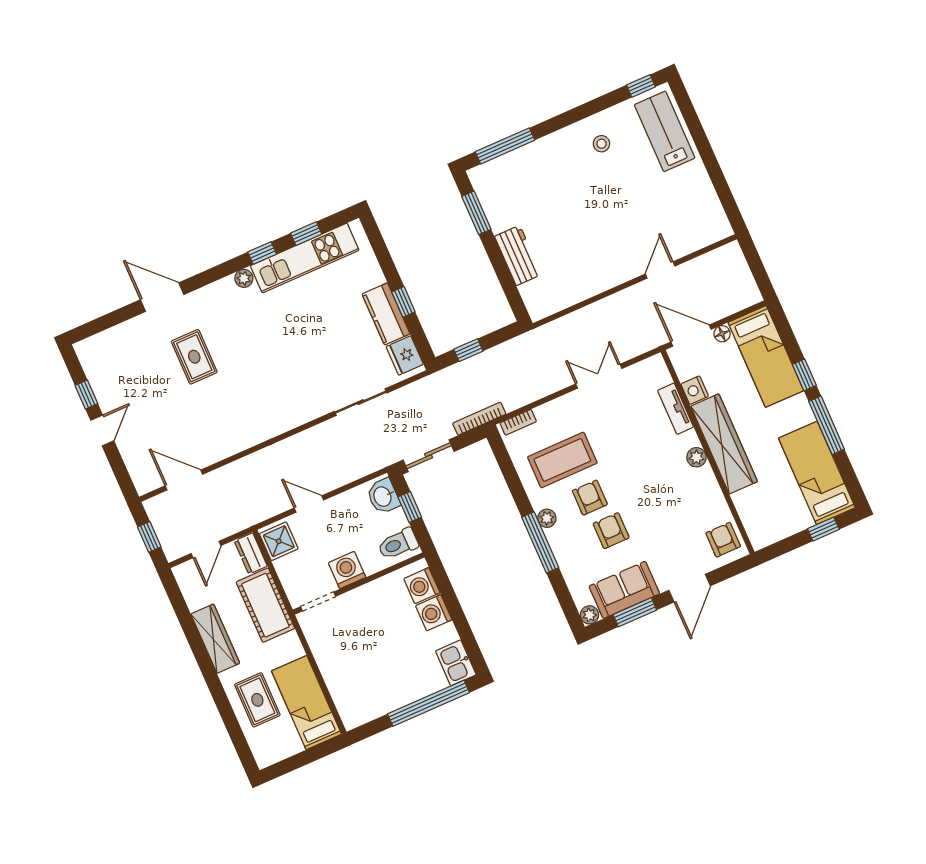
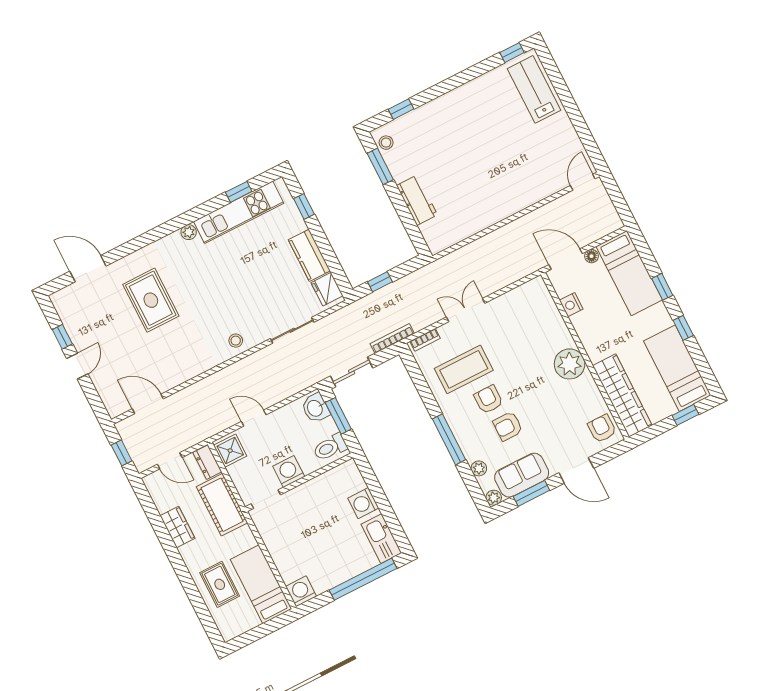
stool: (601, 144) -> (386, 143), moved
window: (505, 146) -> (401, 109), width x0.46
window: (262, 253) -> (203, 210), removed
door: (660, 270) -> (583, 182), moved
door: (162, 297) -> (88, 269), moved
window: (403, 302) -> (304, 206), moved
rug: (194, 357) -> (151, 300), width x1.36, depth x1.43
double door: (599, 376) -> (466, 310), moved
tv unit: (676, 409) -> (556, 321), removed
stool: (293, 411) -> (236, 341), added
window: (827, 425) -> (683, 328), width x0.46
wardrobe: (724, 444) -> (622, 395), moved
plant: (696, 457) -> (570, 364), width x1.87, depth x1.87
window: (410, 507) -> (338, 416), width x1.50
plant: (547, 518) -> (479, 468), moved
armchair: (611, 531) -> (508, 426), turned -90
door: (206, 549) -> (170, 461), hinge flipped
washing machine: (422, 586) -> (301, 591), moved, turned 90
door: (690, 588) -> (576, 471), hinge flipped
wardrobe: (215, 639) -> (177, 527), width x0.67
kitchen sink: (456, 663) -> (381, 539), width x1.38

